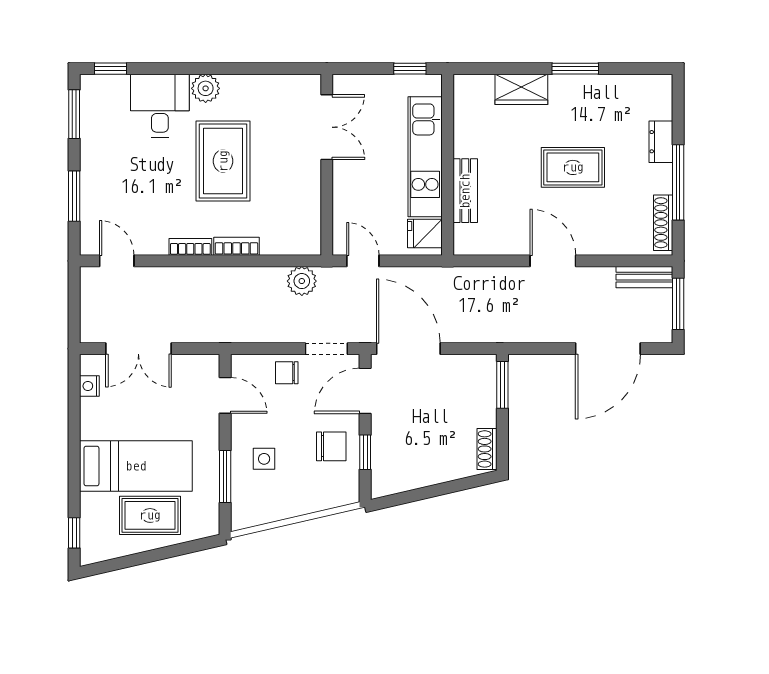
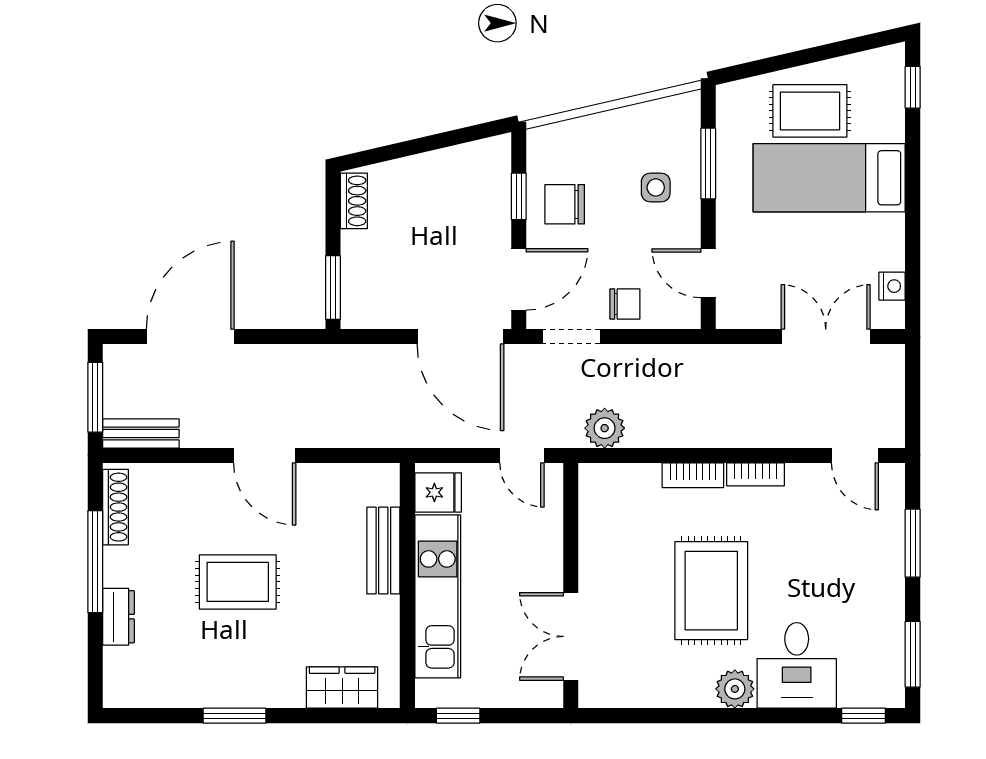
wardrobe: (521, 89) -> (342, 687), moved

